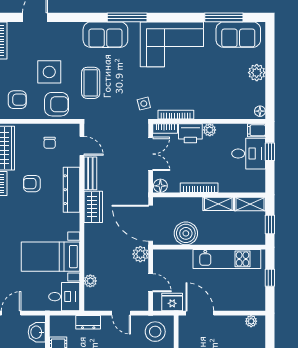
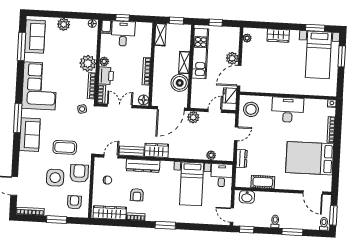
plant: (206, 108) -> (88, 63), added
shelving: (218, 204) -> (184, 62), moved
plant: (223, 303) -> (232, 58), added

